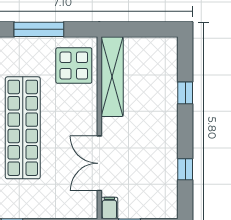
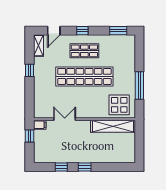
window: (185, 93) -> (85, 167), moved
double door: (99, 163) -> (65, 119), width x0.73

